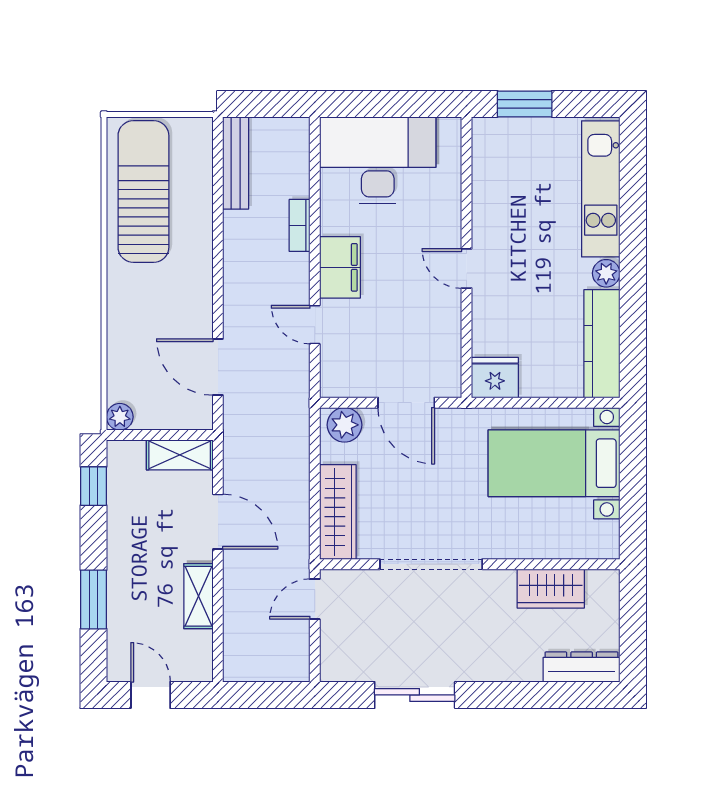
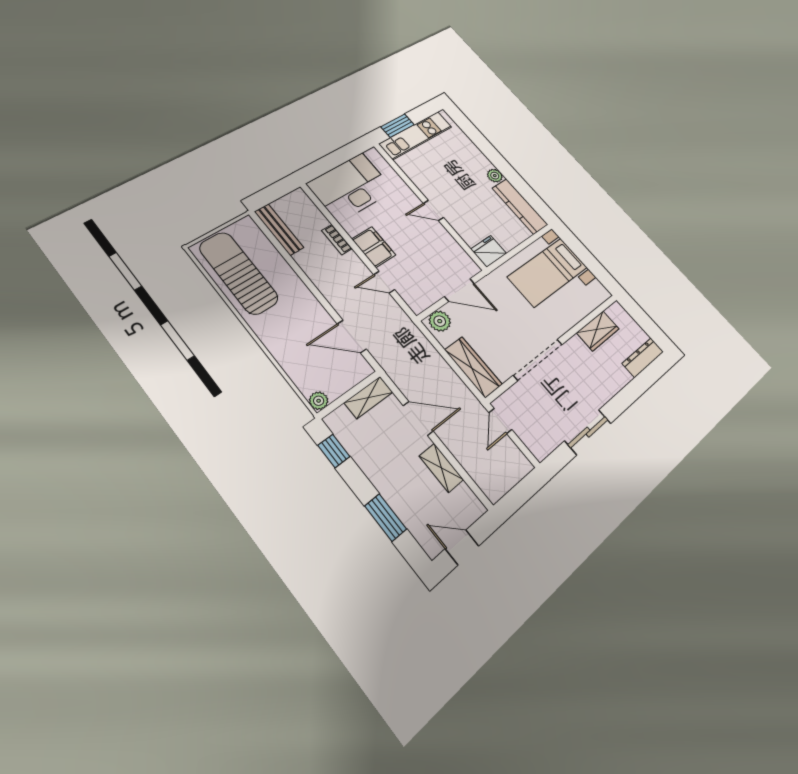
kitchen unit: (601, 189) -> (416, 135), moved, turned -90

